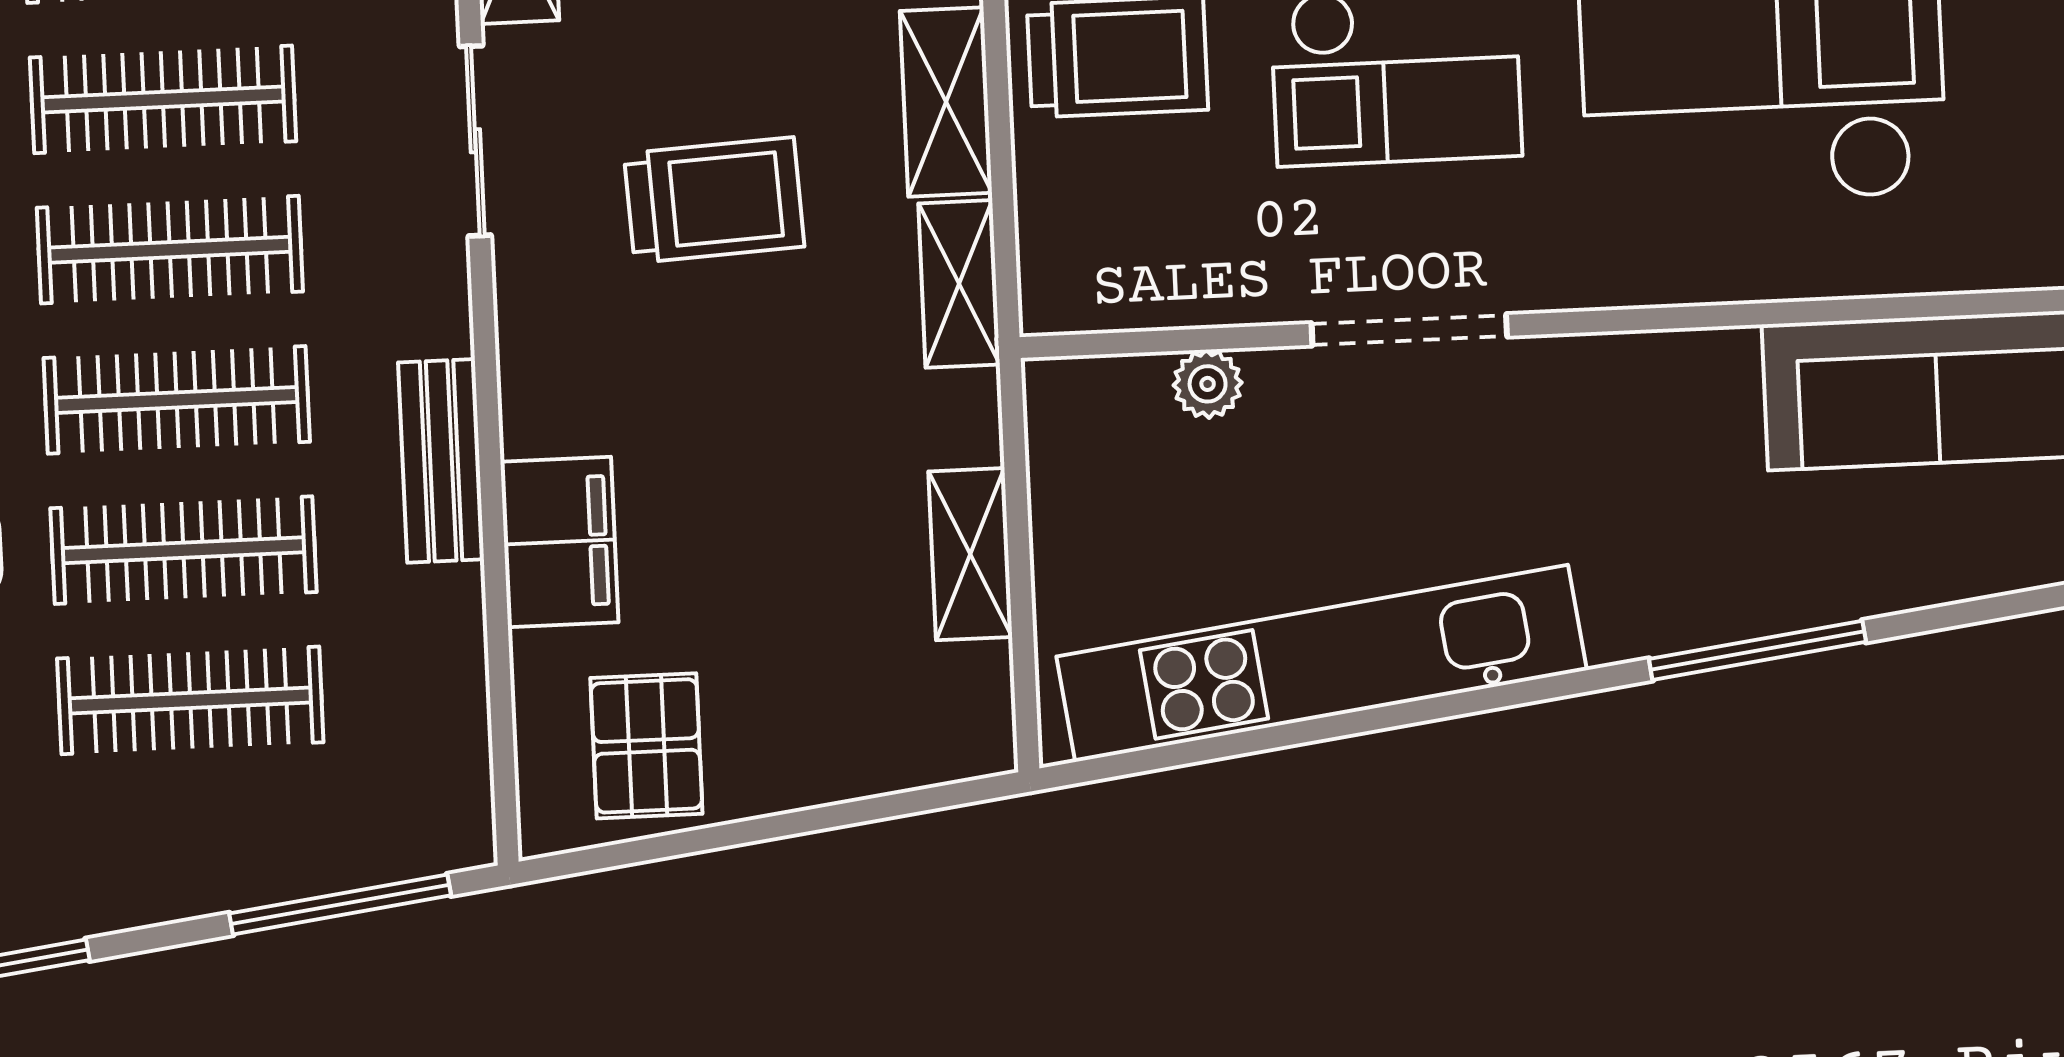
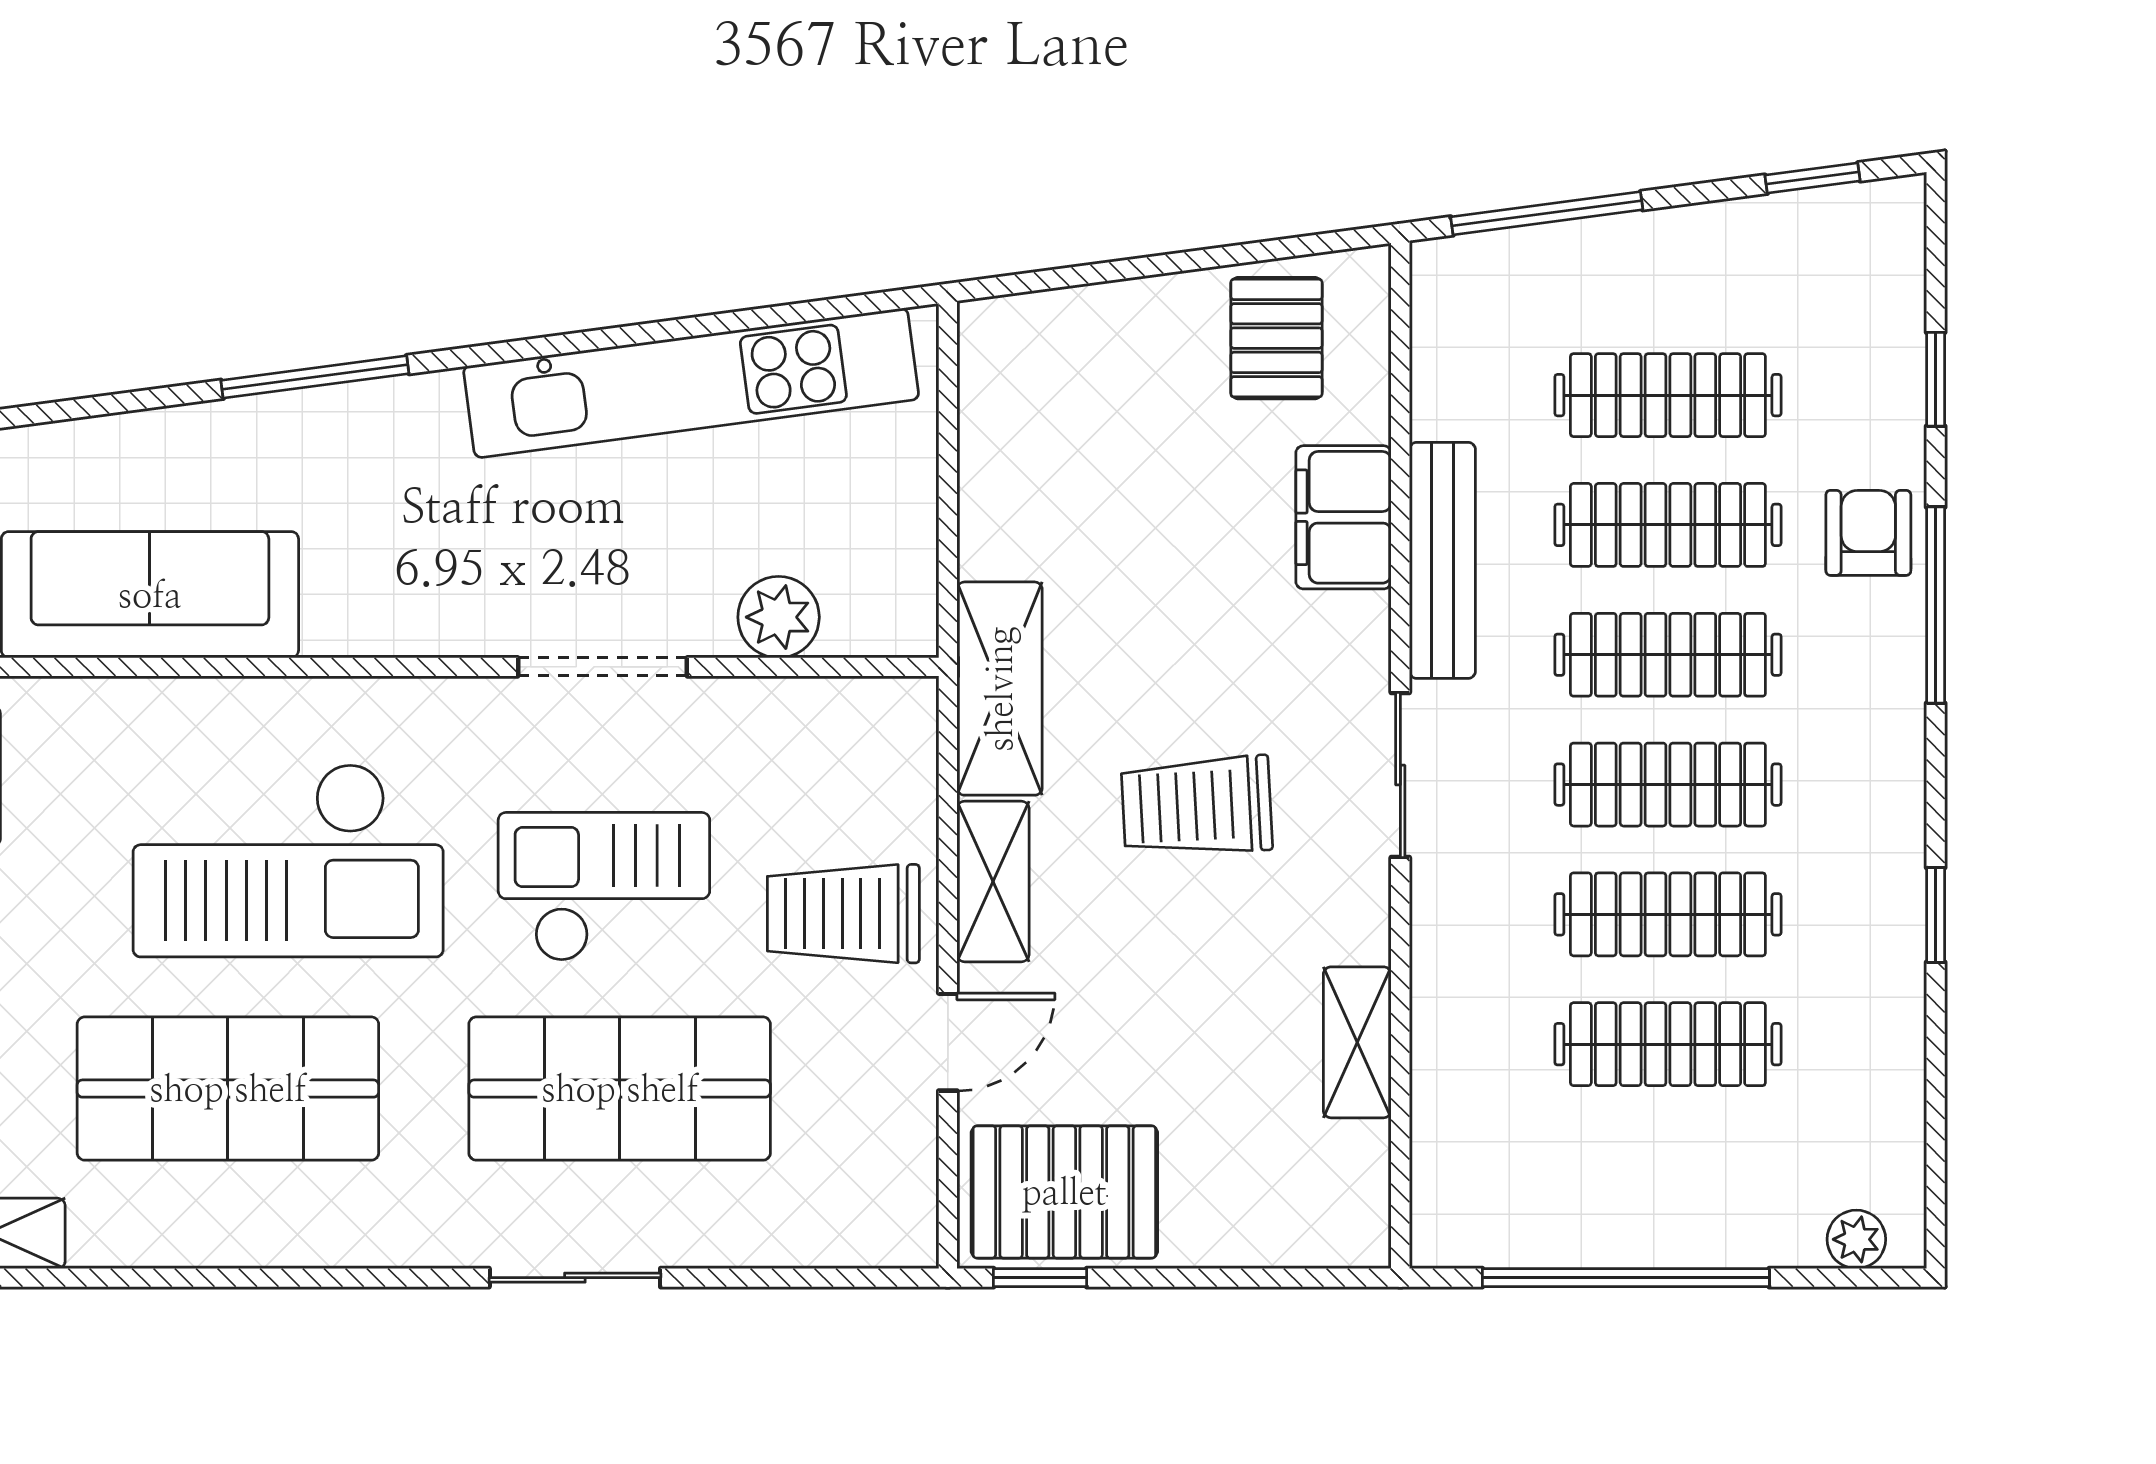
sliding door: (475, 141) -> (1400, 775), moved
shelving: (959, 284) -> (1000, 689), width x1.50, depth x1.33
plant: (1208, 384) -> (779, 617), width x1.38, depth x1.38
bench: (441, 461) -> (1442, 560), width x1.36
shelving: (970, 554) -> (990, 491), removed

